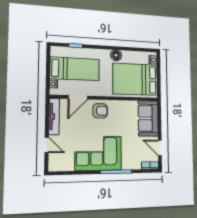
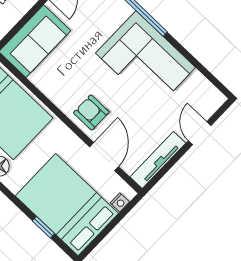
bed: (75, 69) -> (67, 205), width x1.50
door: (78, 97) -> (104, 157), hinge flipped

